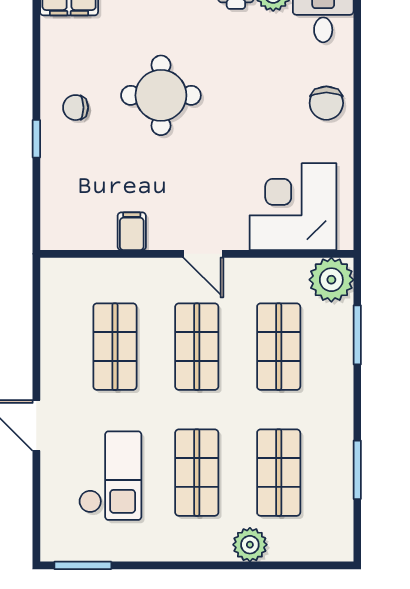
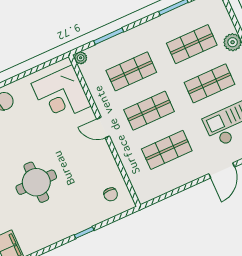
chair: (76, 108) -> (111, 194), moved
filing cabinet: (132, 231) -> (108, 167), removed
door: (203, 254) -> (103, 128), swing flipped
plant: (331, 280) -> (81, 58), width x0.53, depth x0.53

